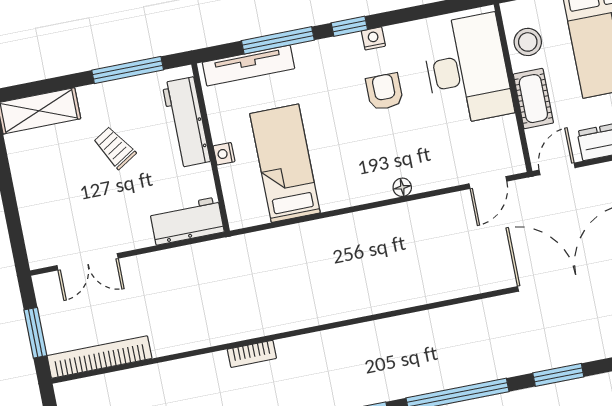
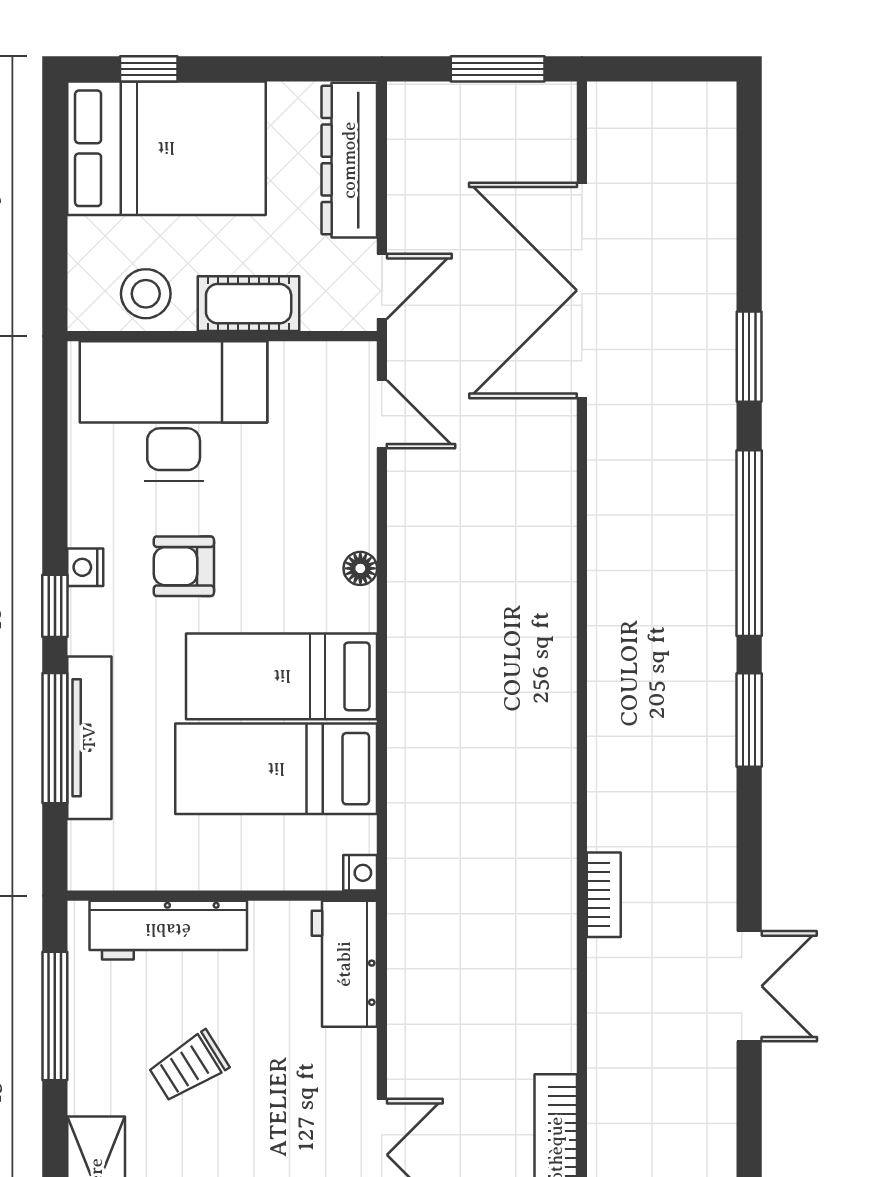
tv unit: (248, 66) -> (89, 738), moved
nightstand: (224, 154) -> (360, 873), moved, turned -90
bed: (335, 156) -> (282, 676), added
door: (557, 169) -> (382, 286), swing flipped

